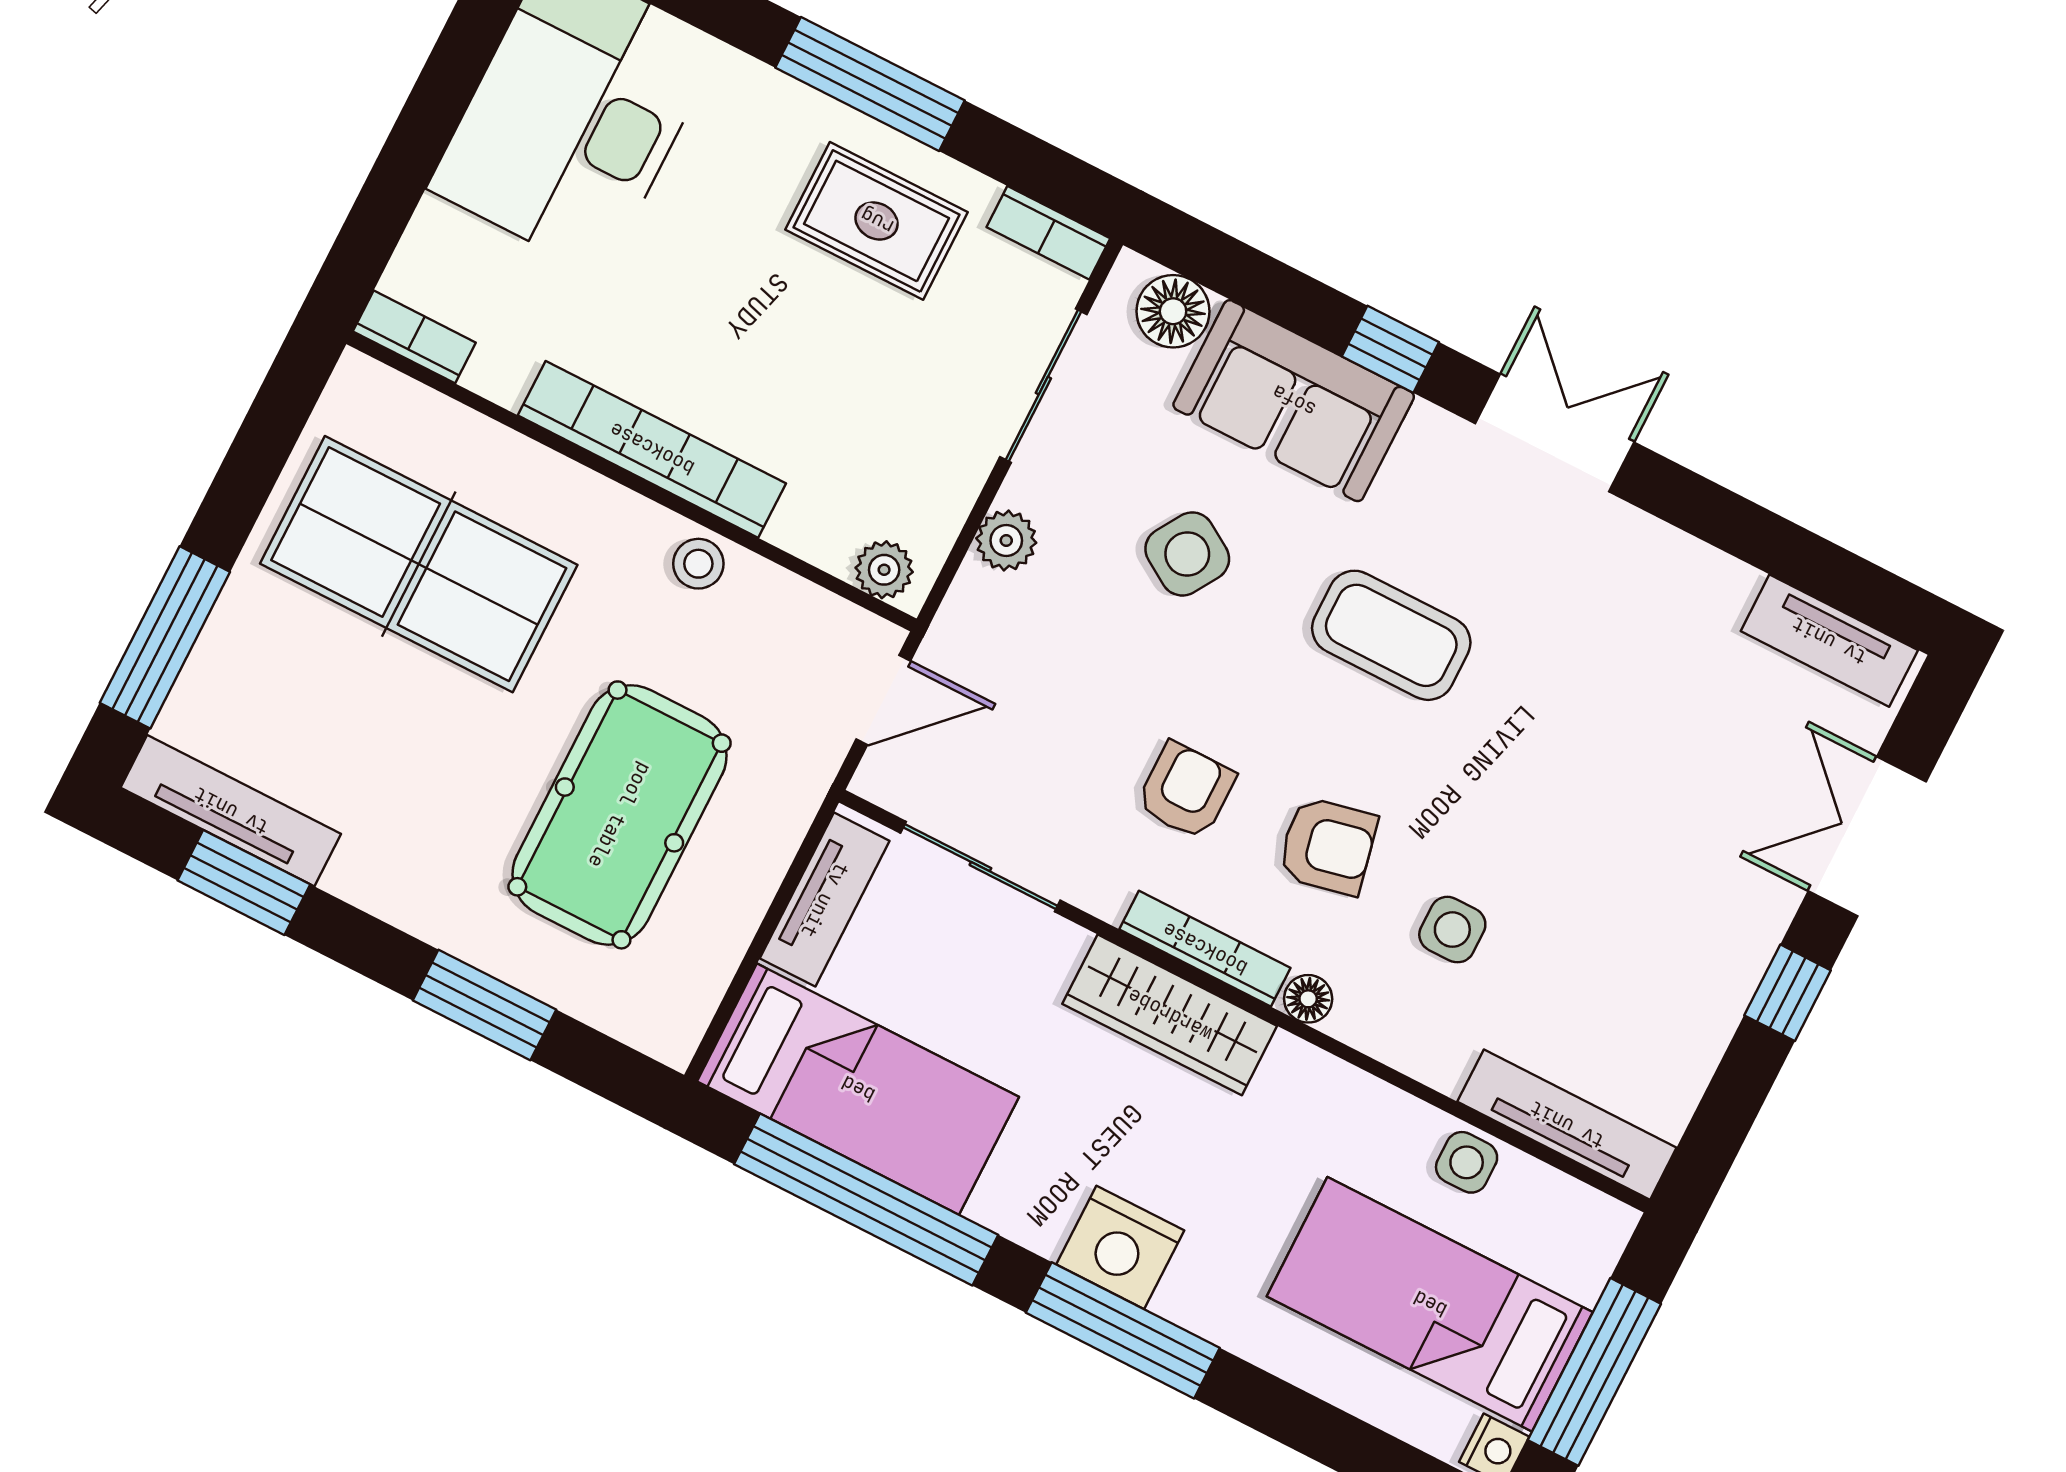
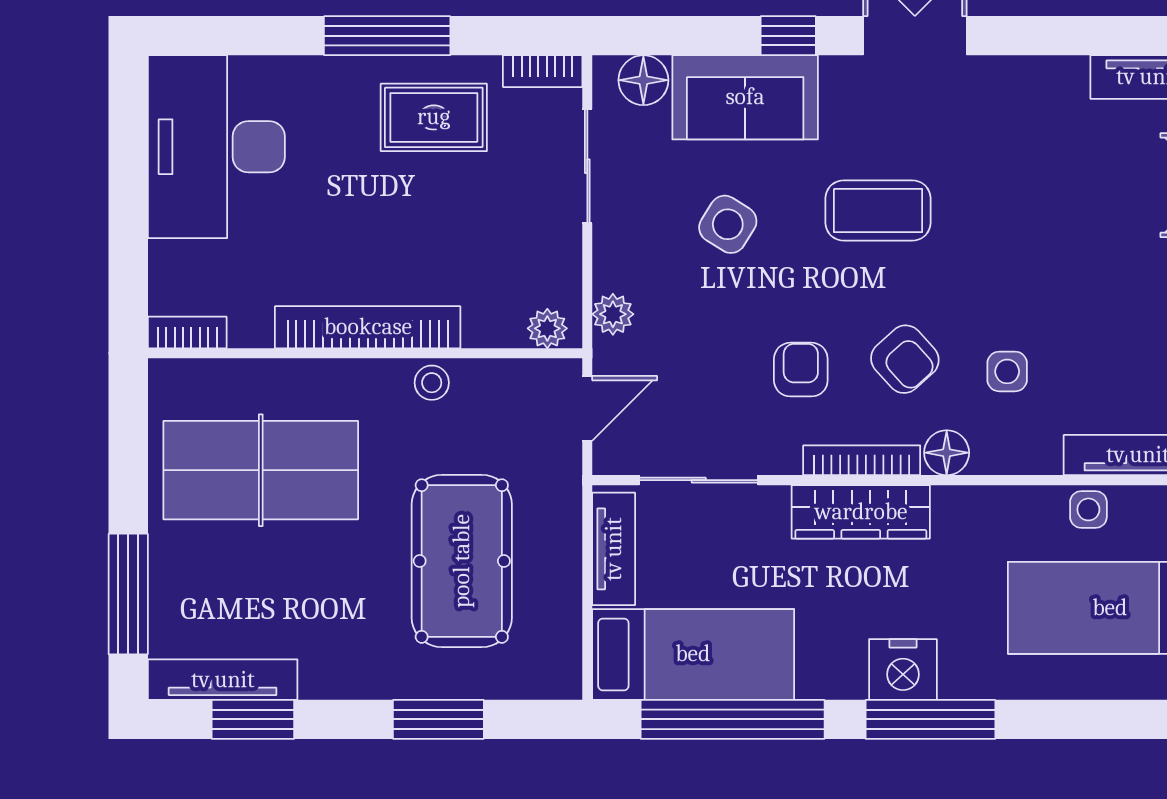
plant: (1006, 541) -> (613, 314), moved
armchair: (1328, 846) -> (905, 359), turned 60
floor lamp: (1308, 999) -> (947, 453), width x1.37, depth x1.37

